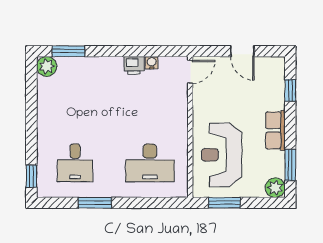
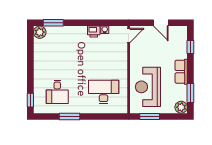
desk: (150, 163) -> (104, 92), turned 180

